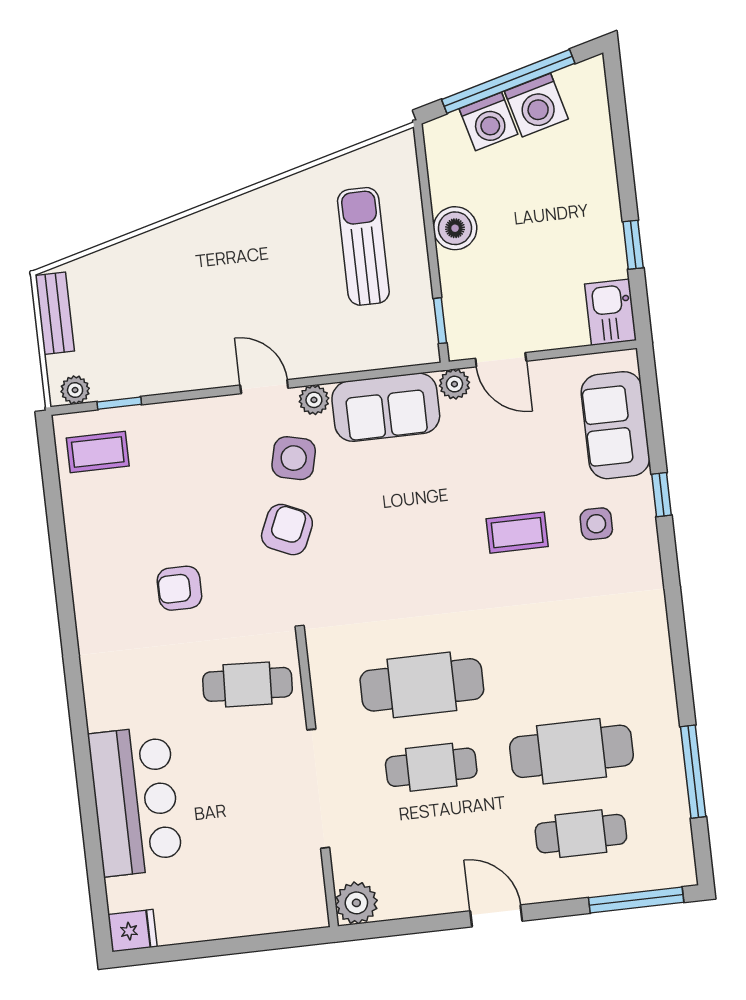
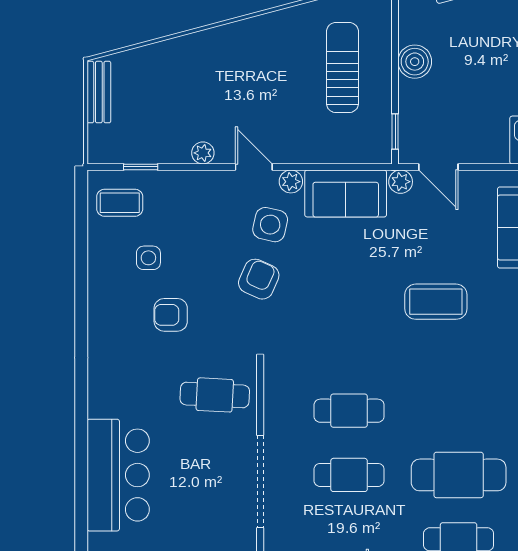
plant: (75, 390) -> (203, 153), moved
side table: (596, 524) -> (148, 258), moved
coffee table: (517, 533) -> (436, 302), width x1.36, depth x1.30
cafe table: (422, 685) -> (349, 411), width x0.73, depth x0.74

